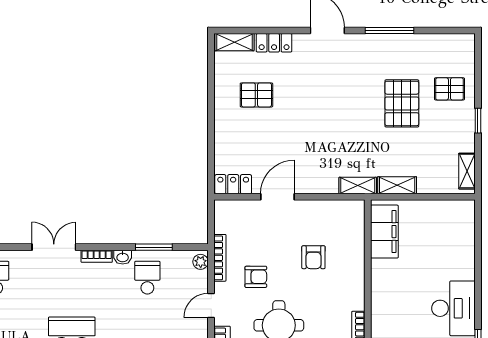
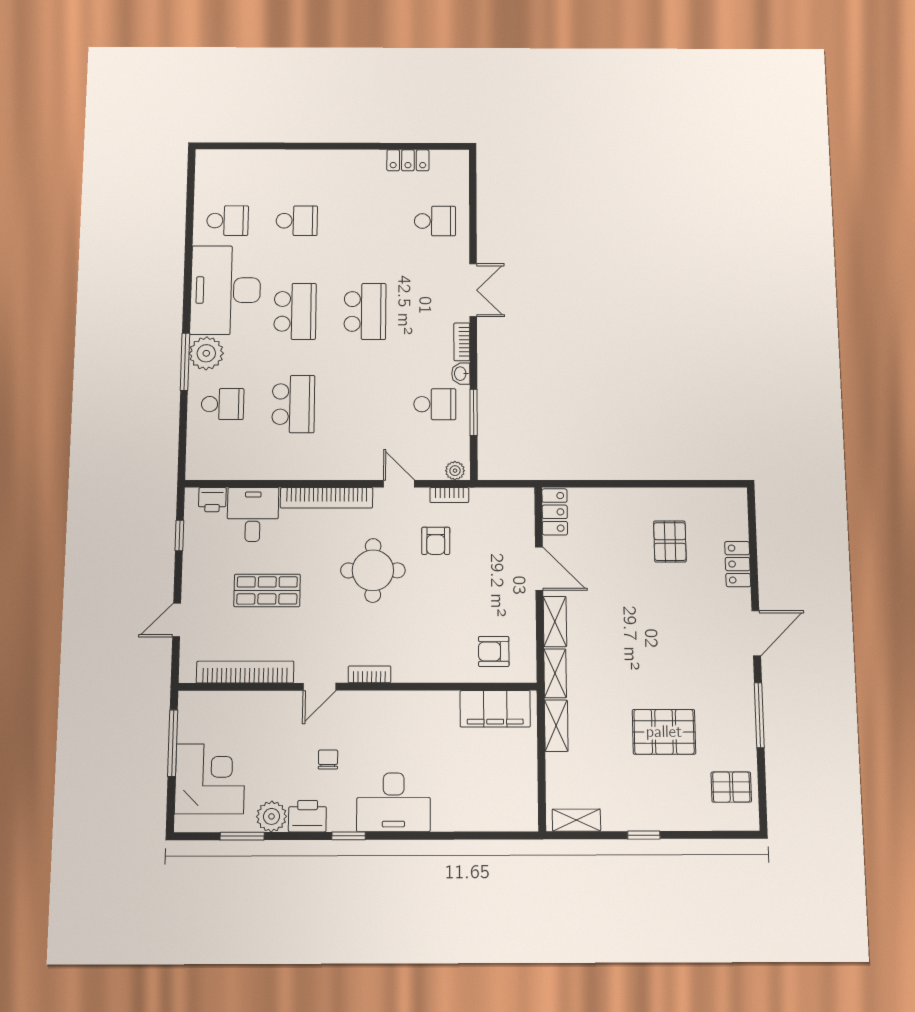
shelving: (235, 42) -> (555, 621), moved
pallet: (449, 89) -> (731, 787), moved, turned 90
armchair: (313, 257) -> (494, 651), moved
bookcase: (220, 258) -> (449, 495), width x0.64

